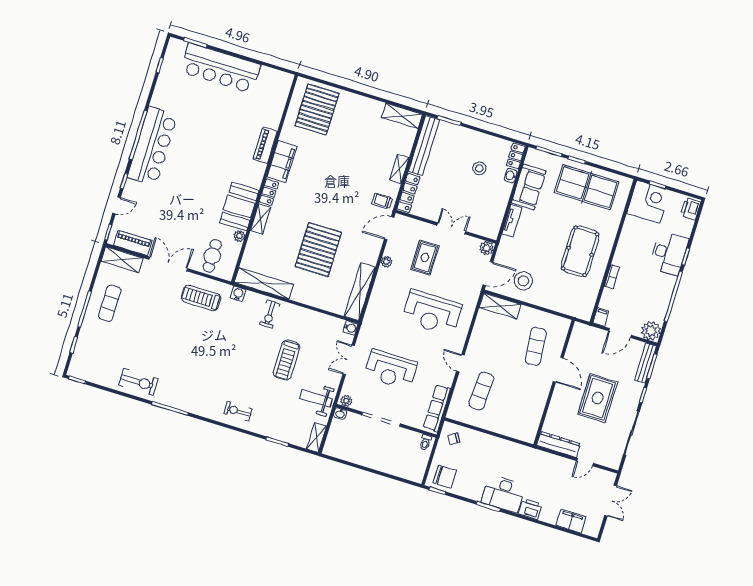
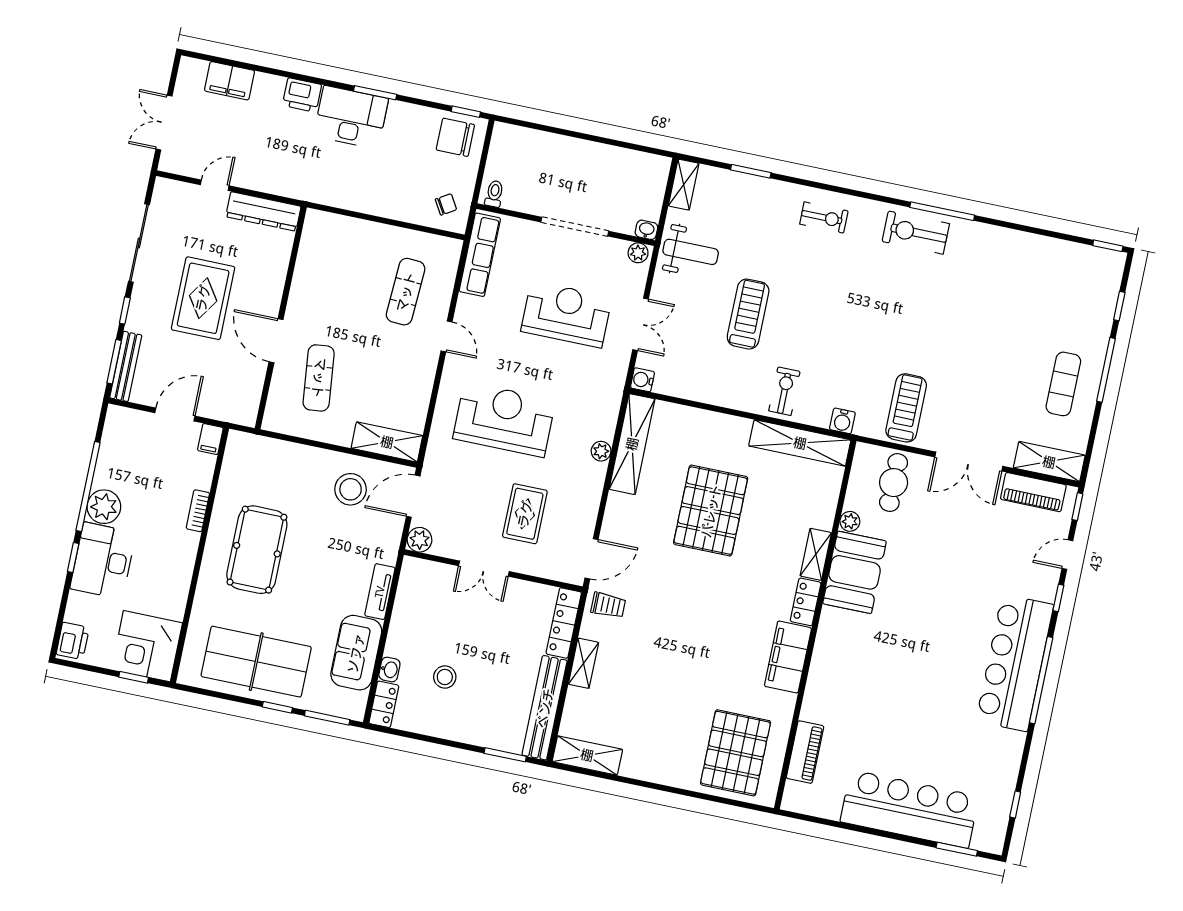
piano: (265, 145) -> (805, 752), moved
plant: (386, 262) -> (601, 451), moved
treadmill: (201, 298) -> (906, 408), turned -90
plant: (651, 331) -> (104, 507), moved
exercise bike: (138, 382) -> (916, 233), moved

